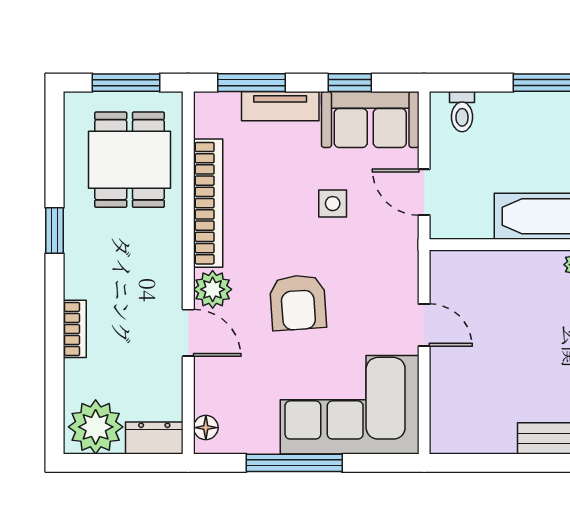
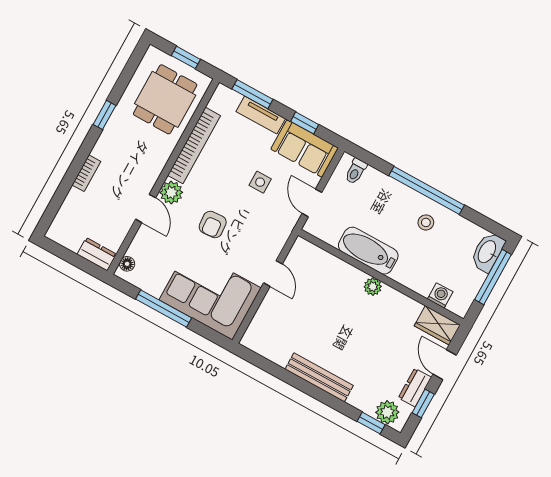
window: (126, 83) -> (186, 57), width x0.67
armchair: (298, 303) -> (213, 224), width x0.72, depth x0.72
plant: (96, 427) -> (69, 231), removed

